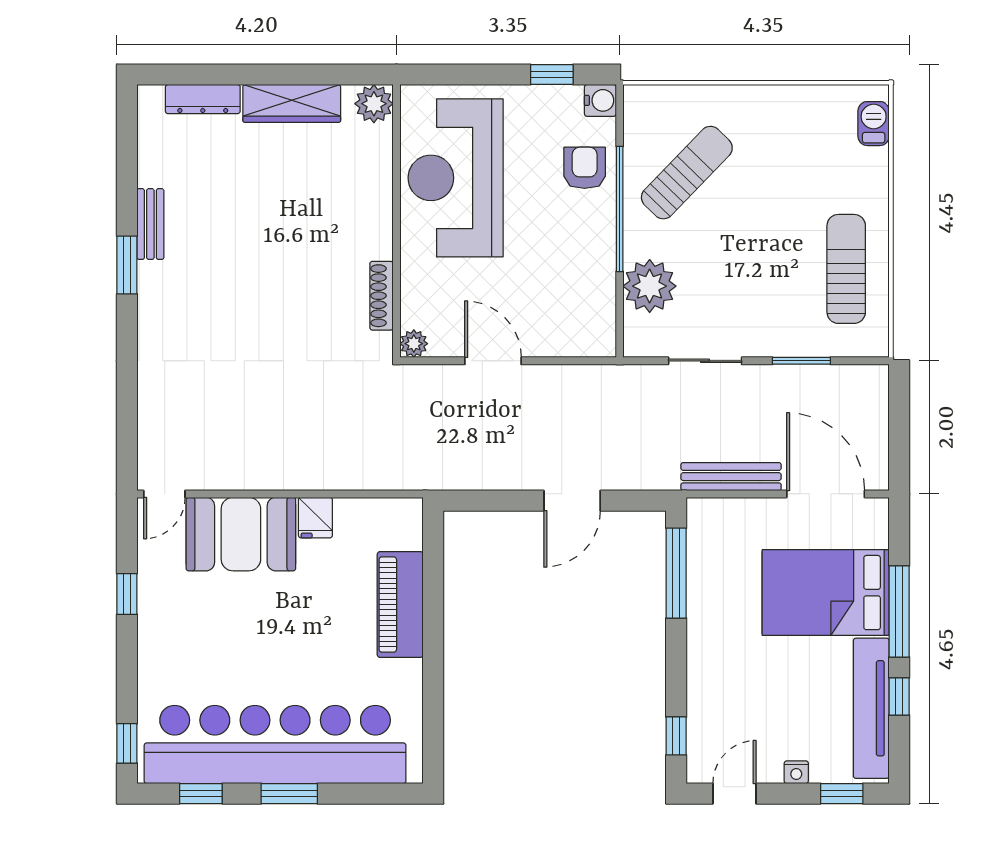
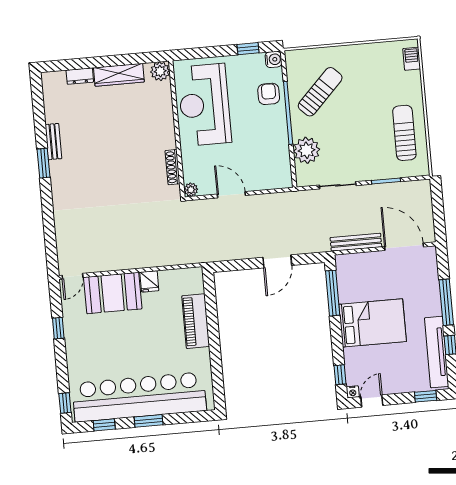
dresser: (203, 99) -> (80, 76), width x0.70
bed: (826, 593) -> (373, 323), moved, turned 180
nightstand: (796, 772) -> (353, 392), moved

